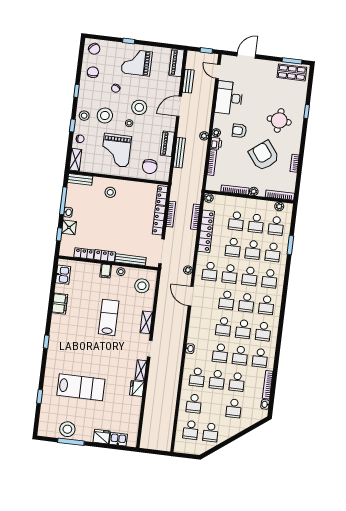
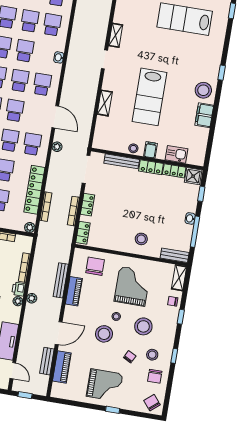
piano: (177, 63) -> (62, 367), moved
stool: (84, 116) -> (152, 355), moved
locker: (159, 220) -> (88, 205), width x0.66
shower: (69, 227) -> (193, 176), moved
kitchen sink: (63, 275) -> (176, 154), moved, turned 90
stool: (142, 286) -> (203, 90), moved
lab bench: (109, 317) -> (149, 97), width x1.36, depth x1.39
shelving: (146, 322) -> (105, 103), moved
school desk: (203, 324) -> (42, 84), added
fridge: (137, 388) -> (121, 15), removed

